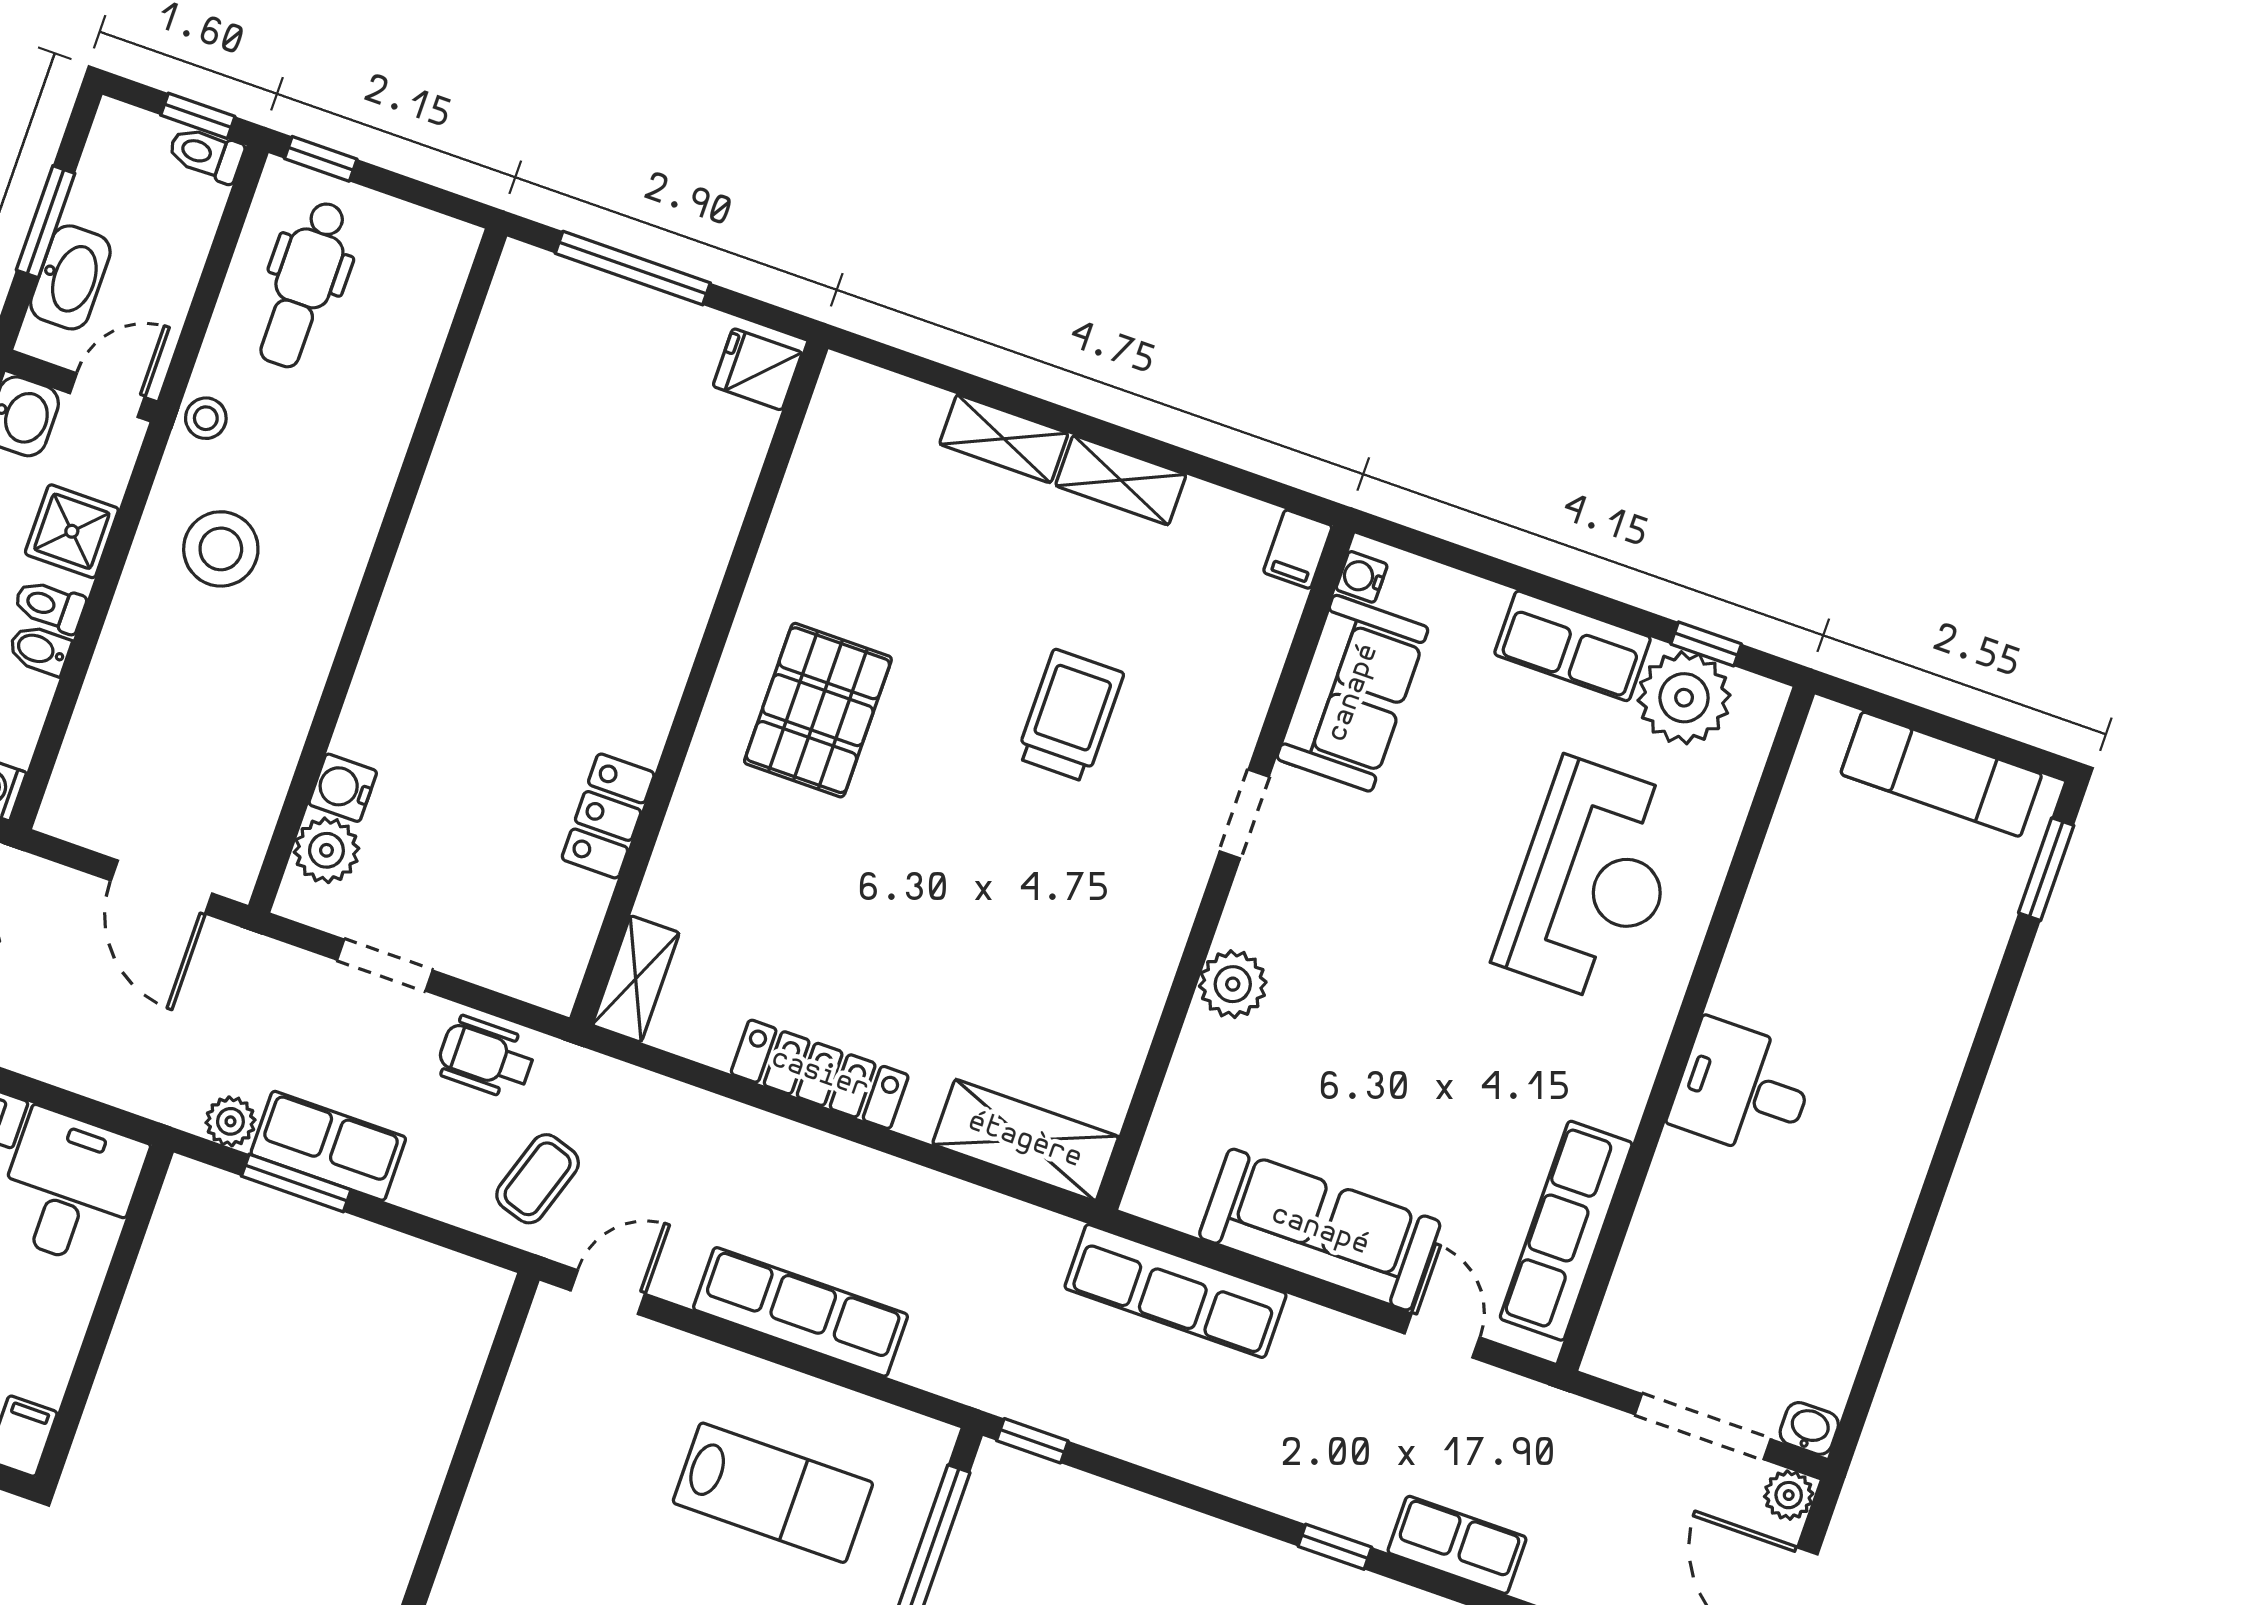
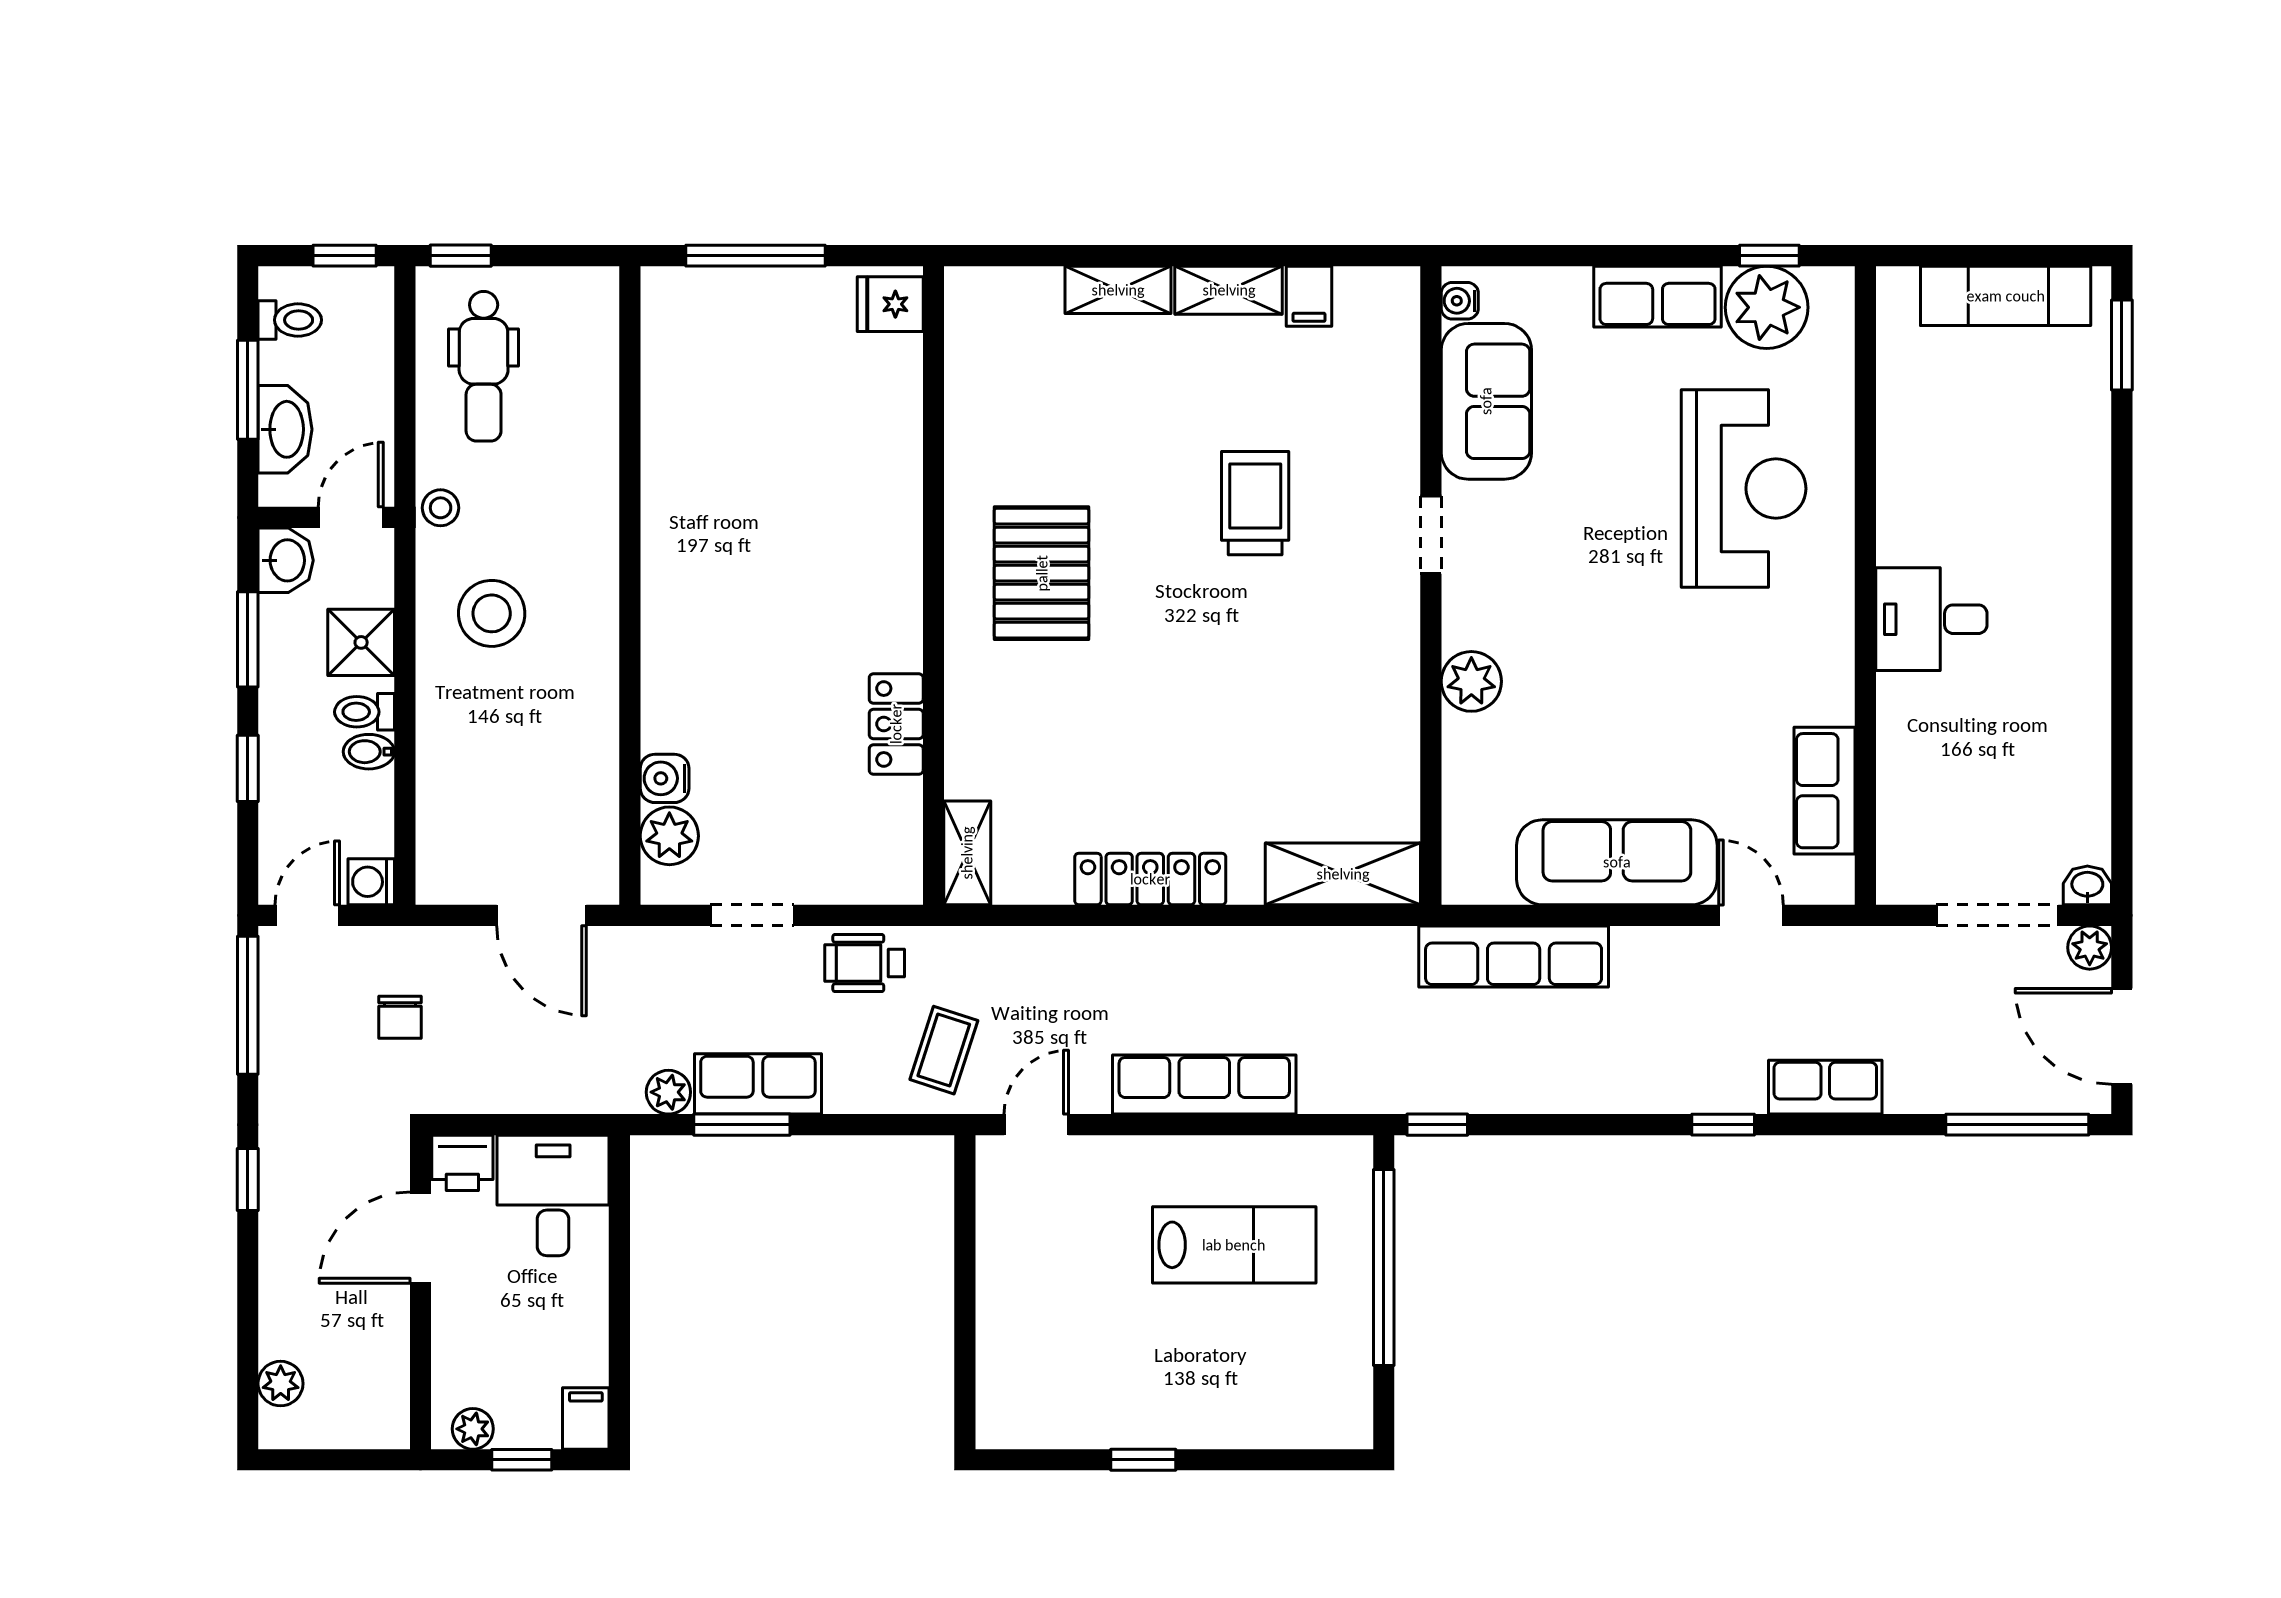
toilet: (206, 154) -> (290, 320), moved, turned 180
filing cabinet: (1298, 549) -> (1309, 296), moved
row of seats: (1566, 1231) -> (1825, 791), width x0.68

